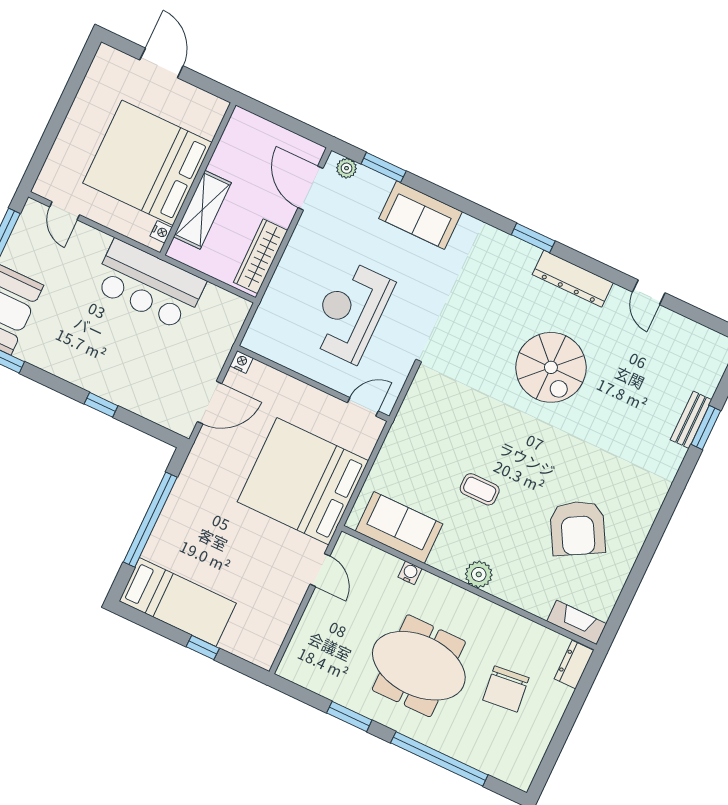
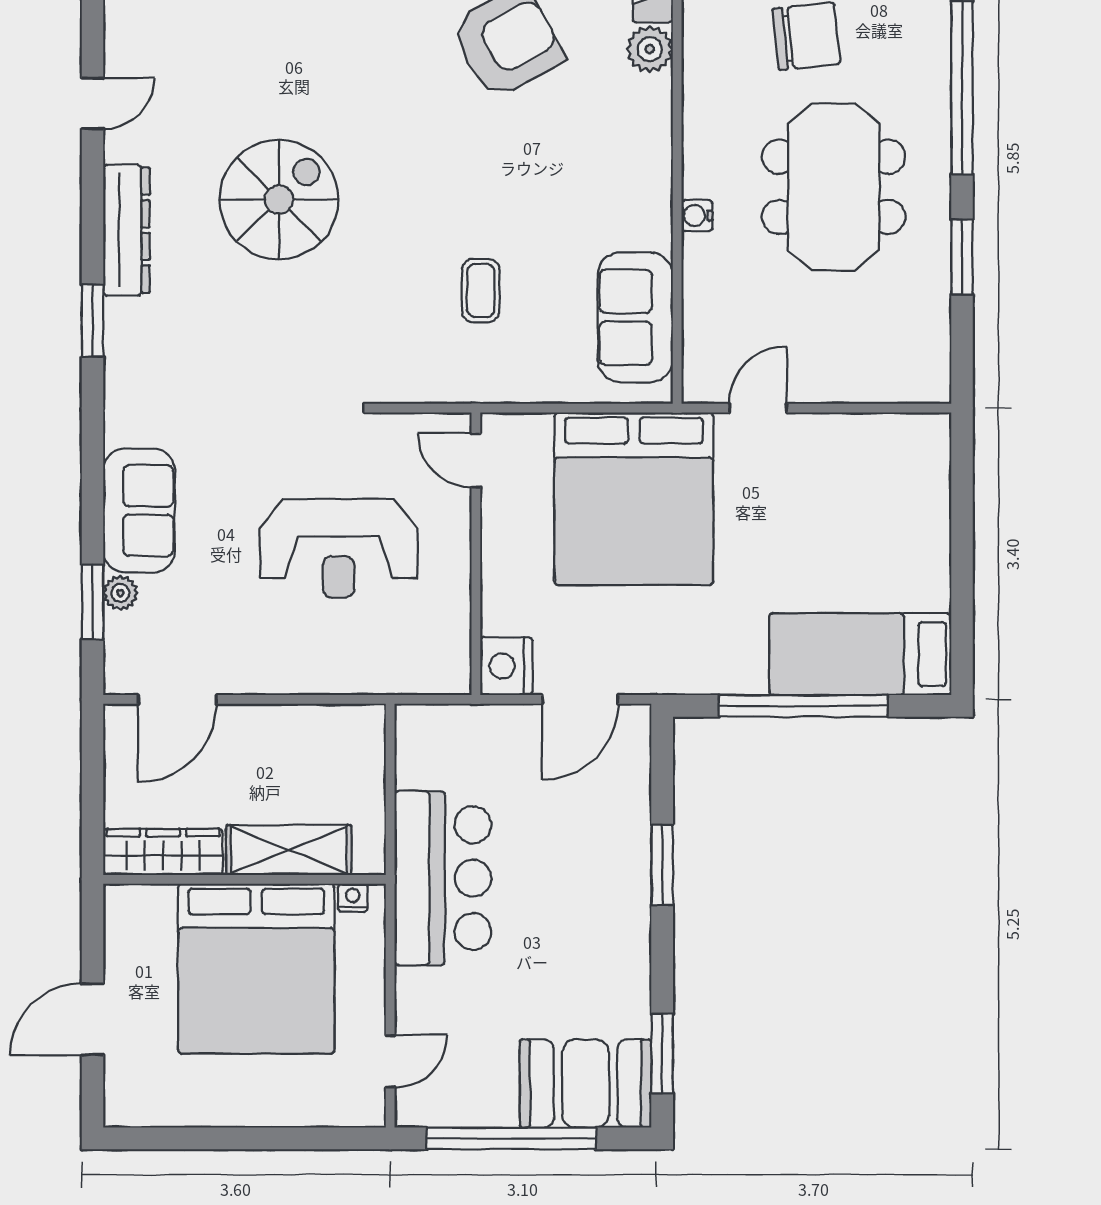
plant: (347, 168) -> (120, 593), moved
wardrobe: (261, 256) -> (163, 852), moved, turned 180
nightstand: (241, 362) -> (506, 666), width x1.89, depth x1.79
door: (210, 403) -> (580, 699), swing flipped
window: (101, 405) -> (662, 865), width x1.50
coffee table: (480, 489) -> (481, 291), moved
water cooler: (410, 573) -> (697, 216), moved
plant: (479, 574) -> (650, 49), moved
bed: (178, 602) -> (860, 654), moved, turned -90
window: (203, 648) -> (962, 533), removed

